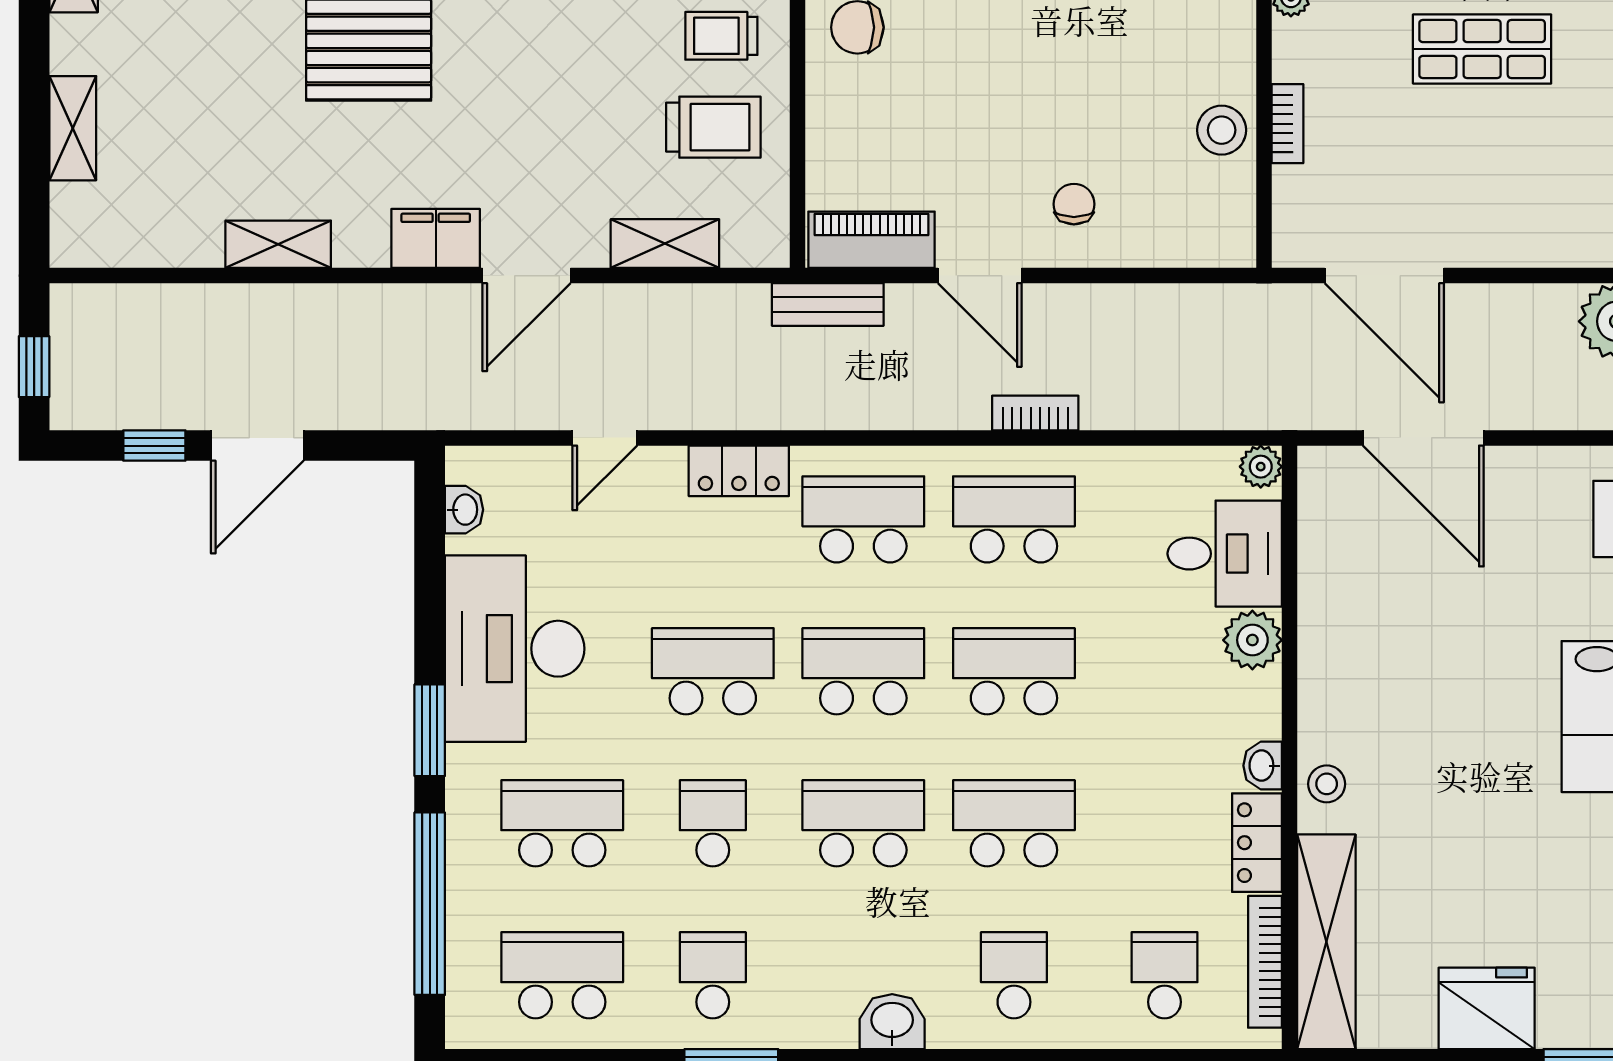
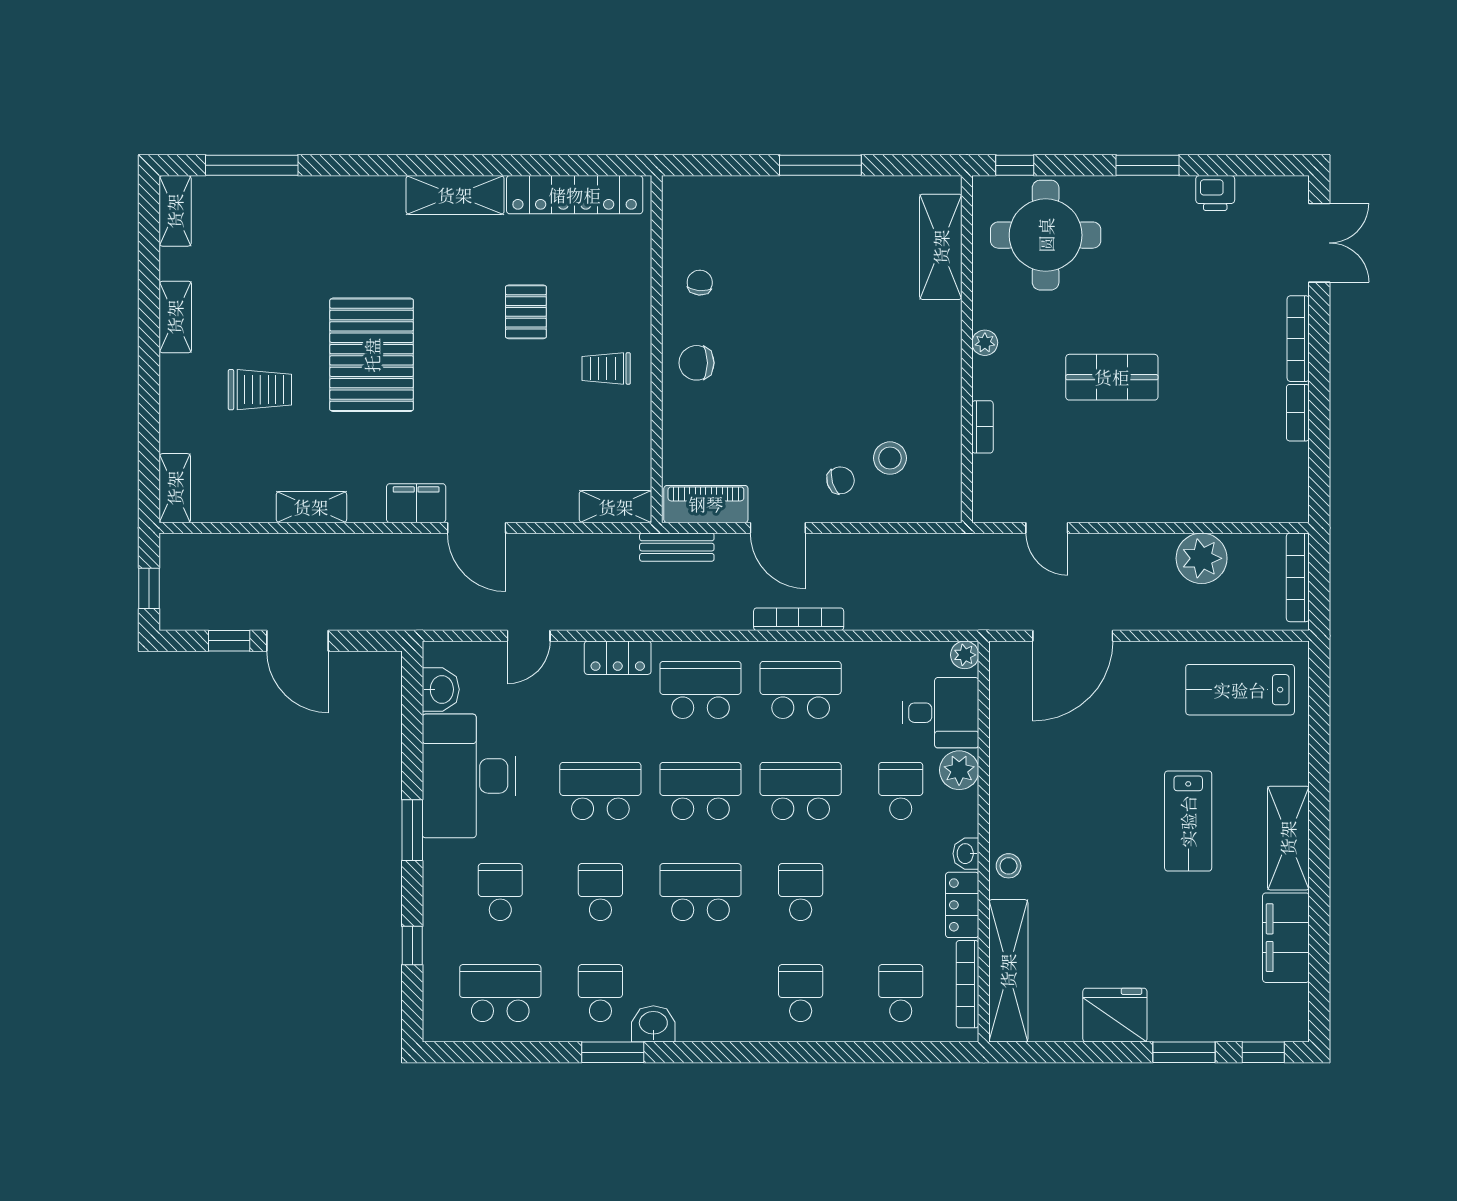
trolley: (713, 127) -> (260, 390), moved
shelving: (73, 128) -> (175, 488), moved
stool: (1222, 130) -> (890, 458), moved
chair: (1074, 204) -> (841, 480), turned 73
shelving: (665, 244) -> (616, 507), moved
door: (526, 276) -> (477, 528), hinge flipped
door: (1384, 276) -> (1047, 528), width x0.53
bookcase: (1035, 413) -> (799, 619), width x1.56
door: (1423, 438) -> (1073, 636), hinge flipped
door: (257, 446) -> (298, 641), hinge flipped
washbasin: (464, 510) -> (441, 689), width x1.38, depth x1.45
school desk: (1164, 671) -> (901, 791), added
school desk: (562, 823) -> (500, 892), width x0.54
school desk: (1014, 823) -> (801, 892), width x0.54
window: (430, 904) -> (412, 945), width x0.32
washbasin: (892, 1022) -> (653, 1024), moved

